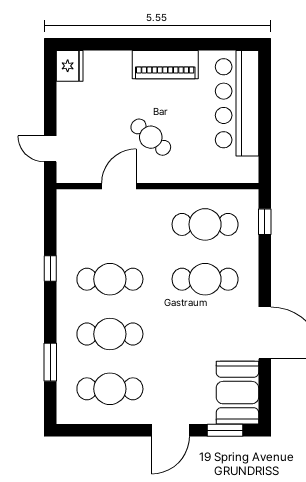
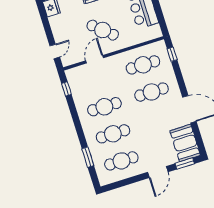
cafe table: (151, 137) -> (103, 30), width x1.37, depth x1.35
door: (50, 149) -> (55, 51), swing flipped
window: (50, 269) -> (66, 89), moved

